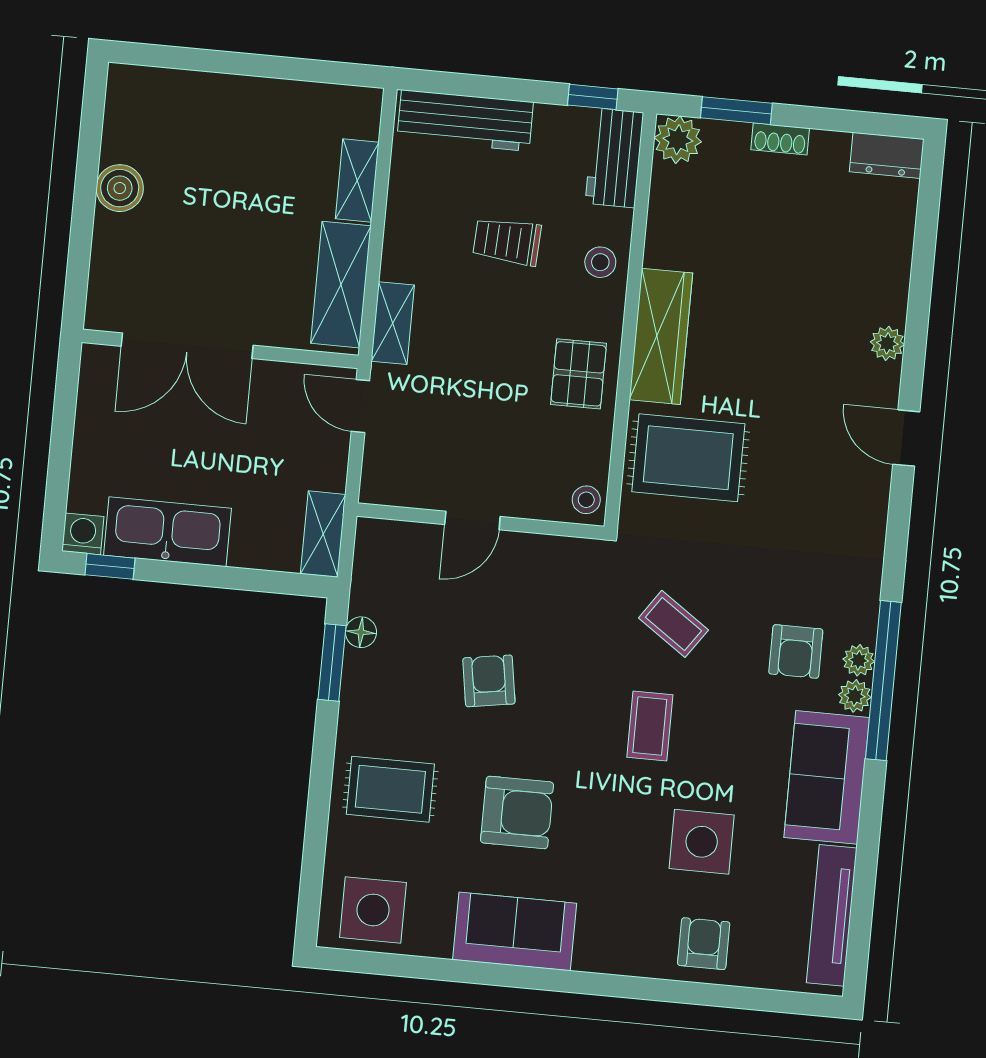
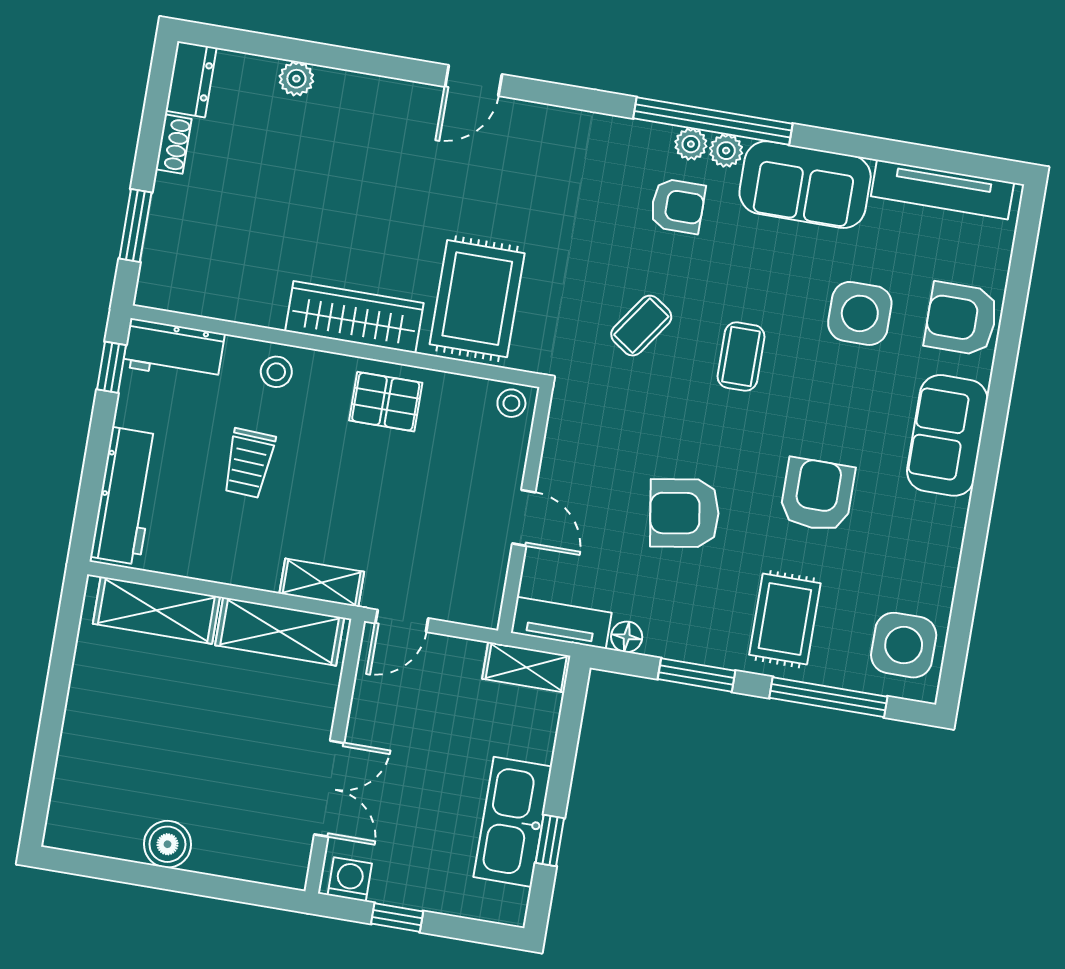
shoe rack: (780, 139) -> (174, 144), moved
plant: (678, 140) -> (160, 286), removed
shelving: (357, 180) -> (156, 610), width x1.50, depth x1.33
plant: (887, 343) -> (296, 79), moved
double door: (187, 346) -> (329, 789), width x0.73
window: (63, 423) -> (397, 918), added
washing machine: (83, 534) -> (350, 879), moved, turned 90
window: (110, 566) -> (550, 840), moved
tv unit: (370, 566) -> (561, 623), added
window: (332, 663) -> (697, 675), moved
armchair: (489, 681) -> (684, 513), width x1.38, depth x1.38
coffee table: (650, 726) -> (741, 357), turned 90
window: (315, 838) -> (828, 697), added
sofa: (515, 931) -> (947, 435), moved
armchair: (704, 944) -> (961, 319), width x1.38, depth x1.38

